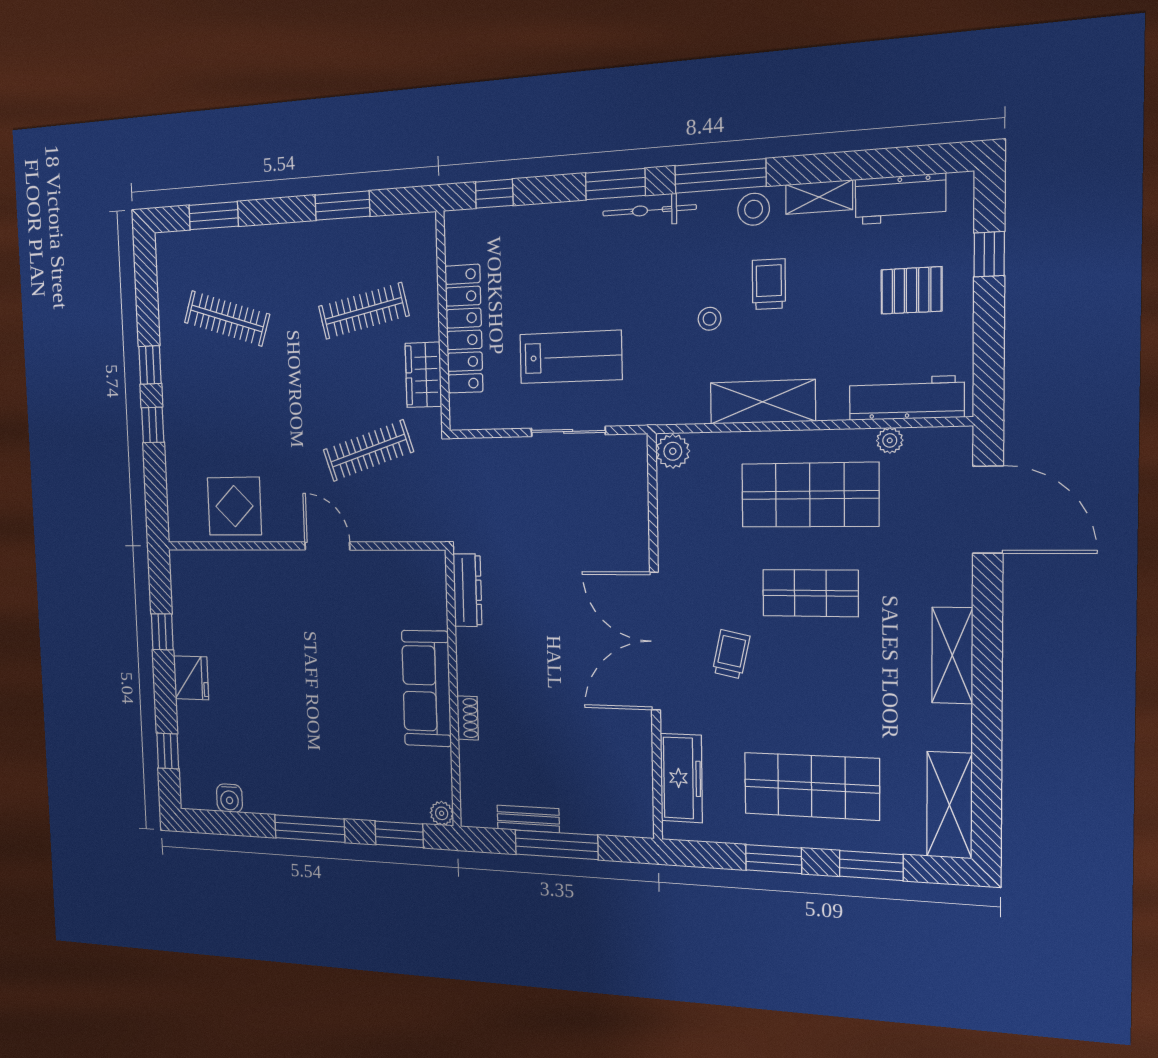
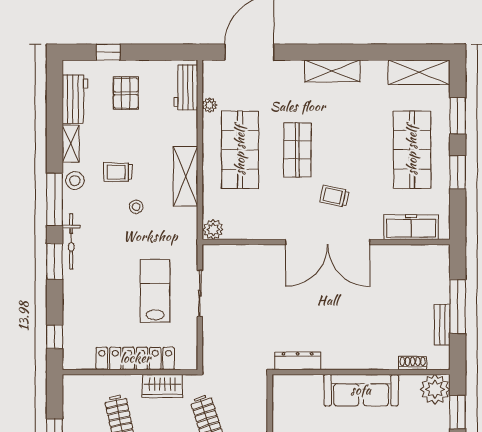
workbench: (906, 398) -> (186, 88), width x0.73
shoe rack: (468, 718) -> (413, 363), moved
plant: (442, 813) -> (435, 389), width x1.88, depth x1.88

